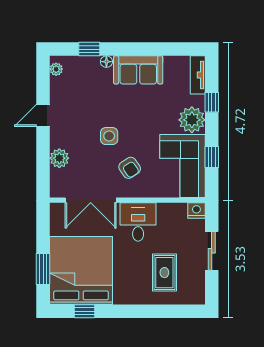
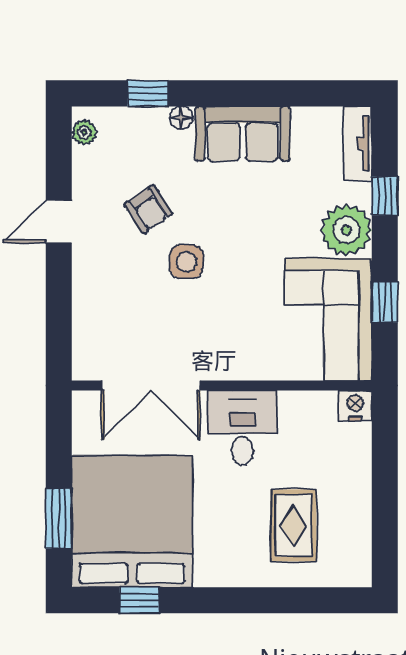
plant: (59, 158) -> (90, 304), removed
armchair: (130, 168) -> (148, 209), moved
sliding door: (212, 251) -> (385, 483), removed

